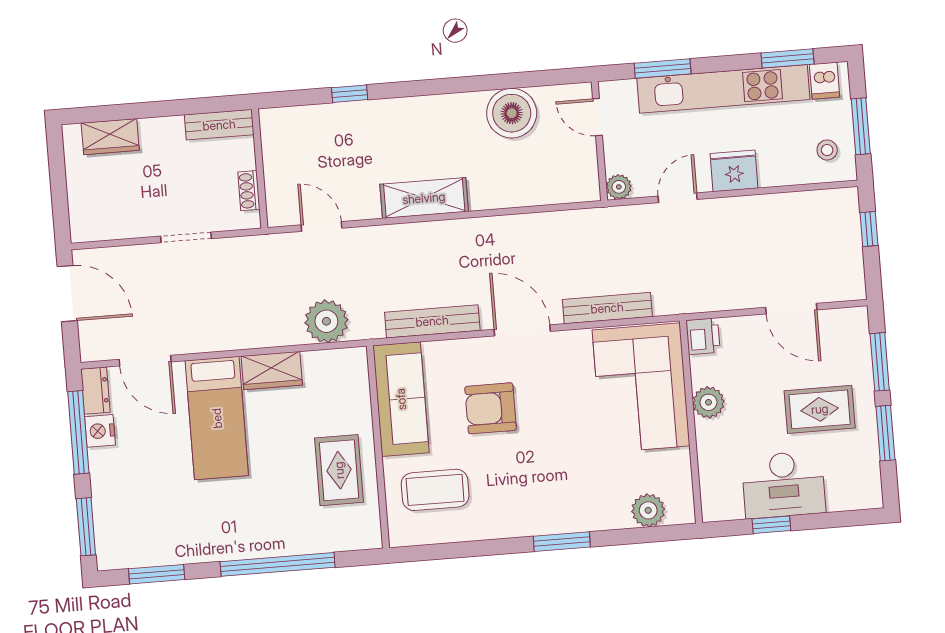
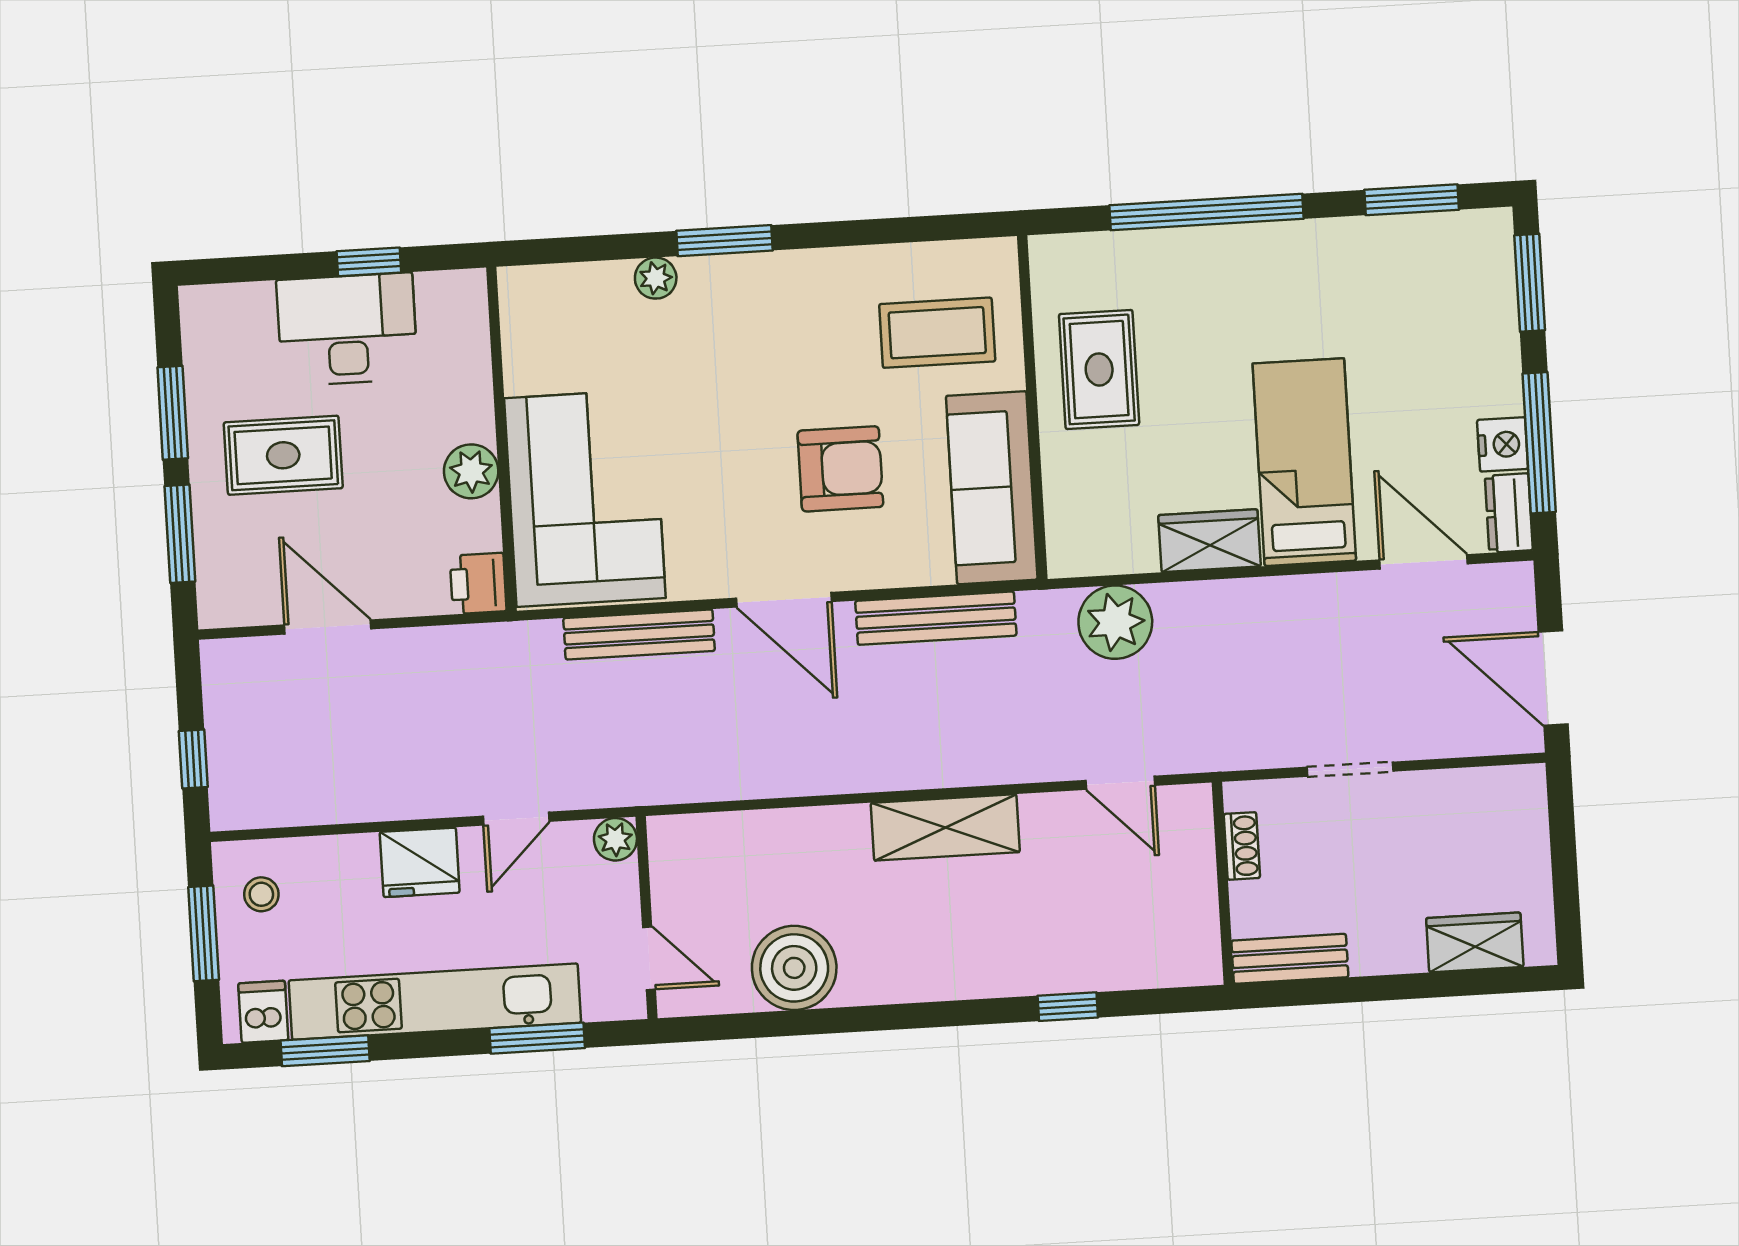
plant: (648, 510) -> (656, 278), moved, width x0.73, depth x0.73

